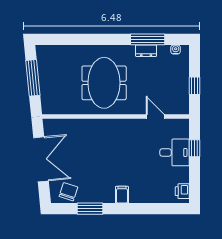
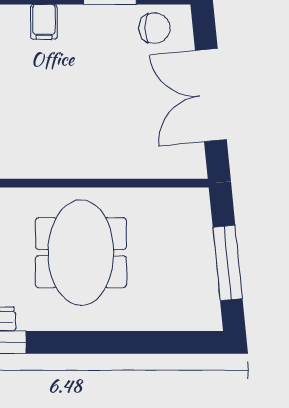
chair: (68, 192) -> (154, 28), turned -108

